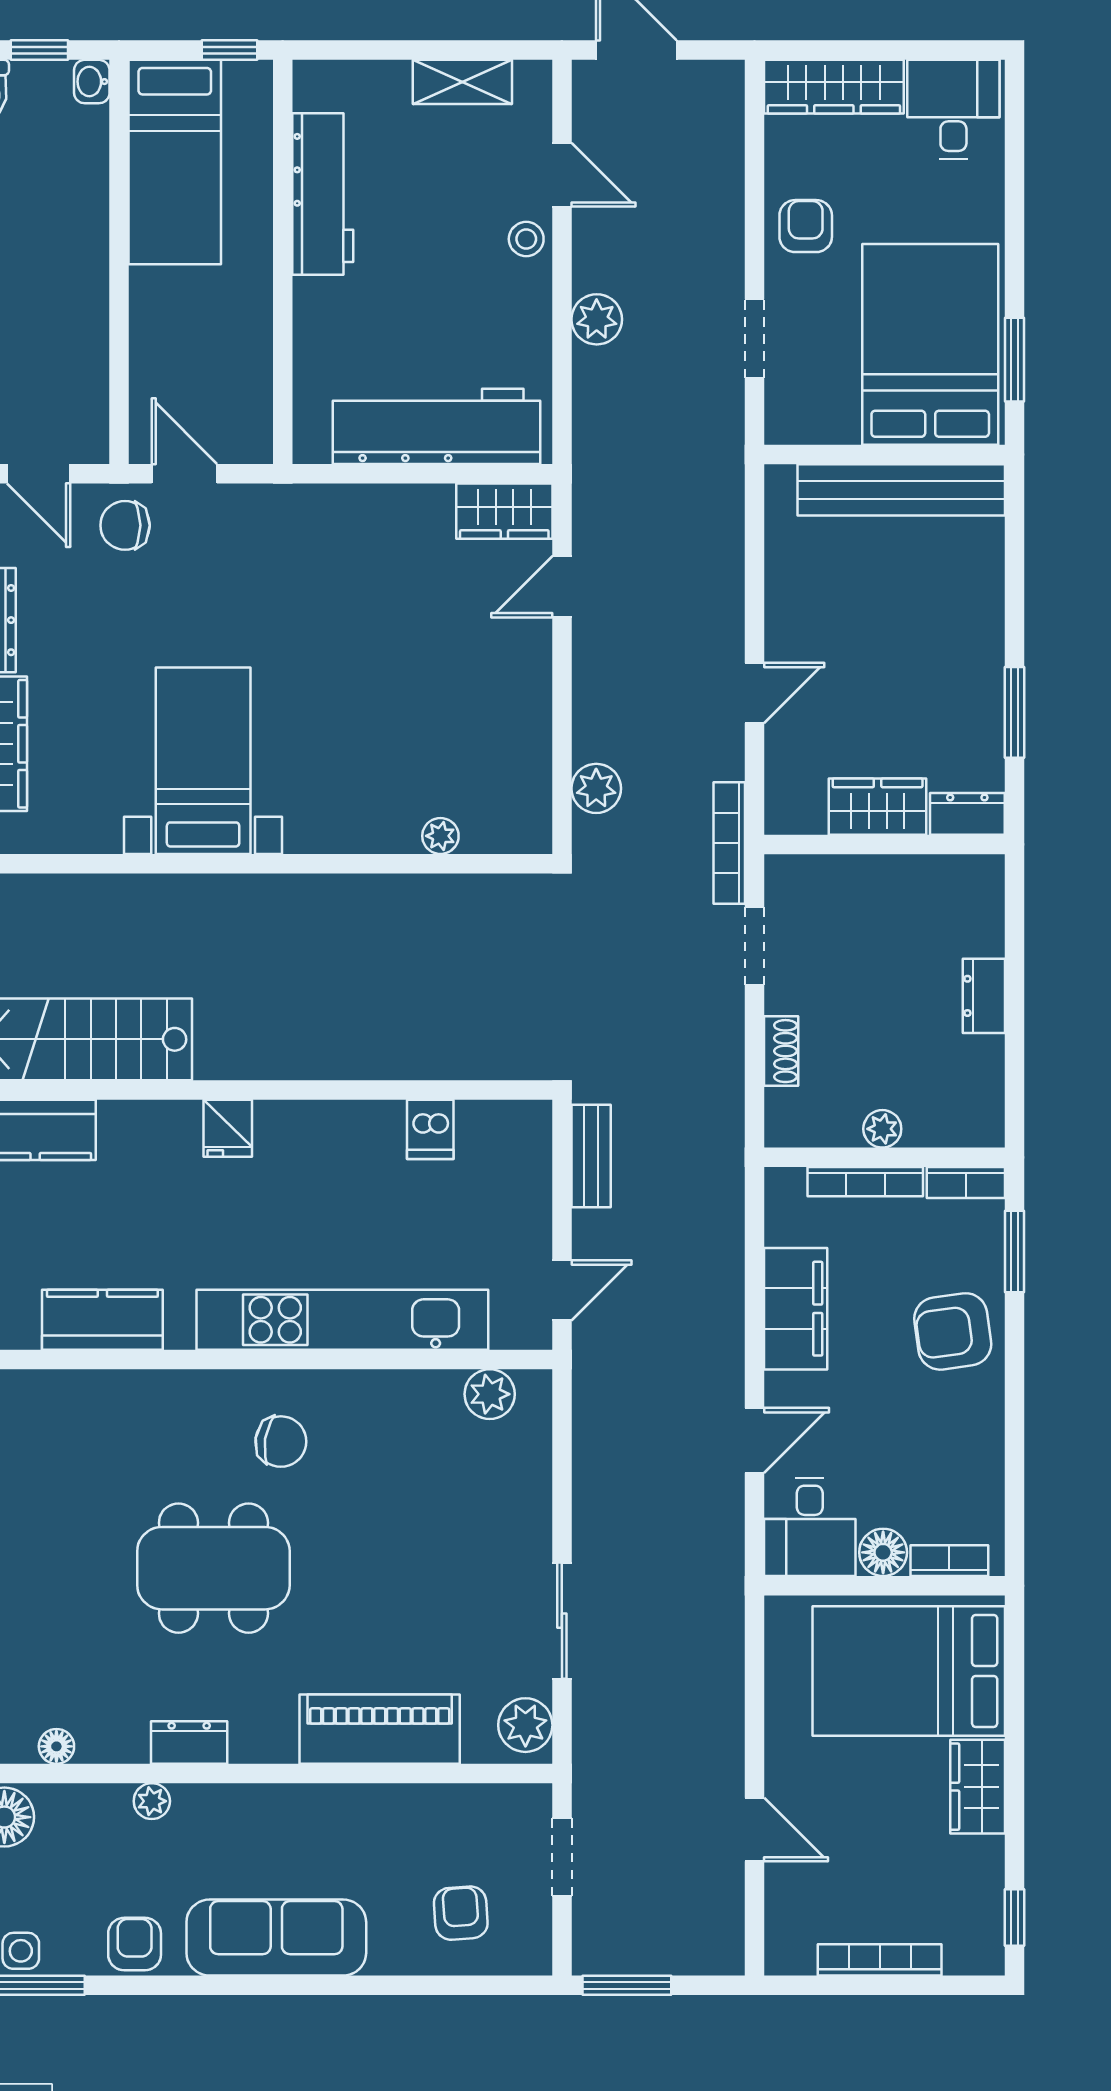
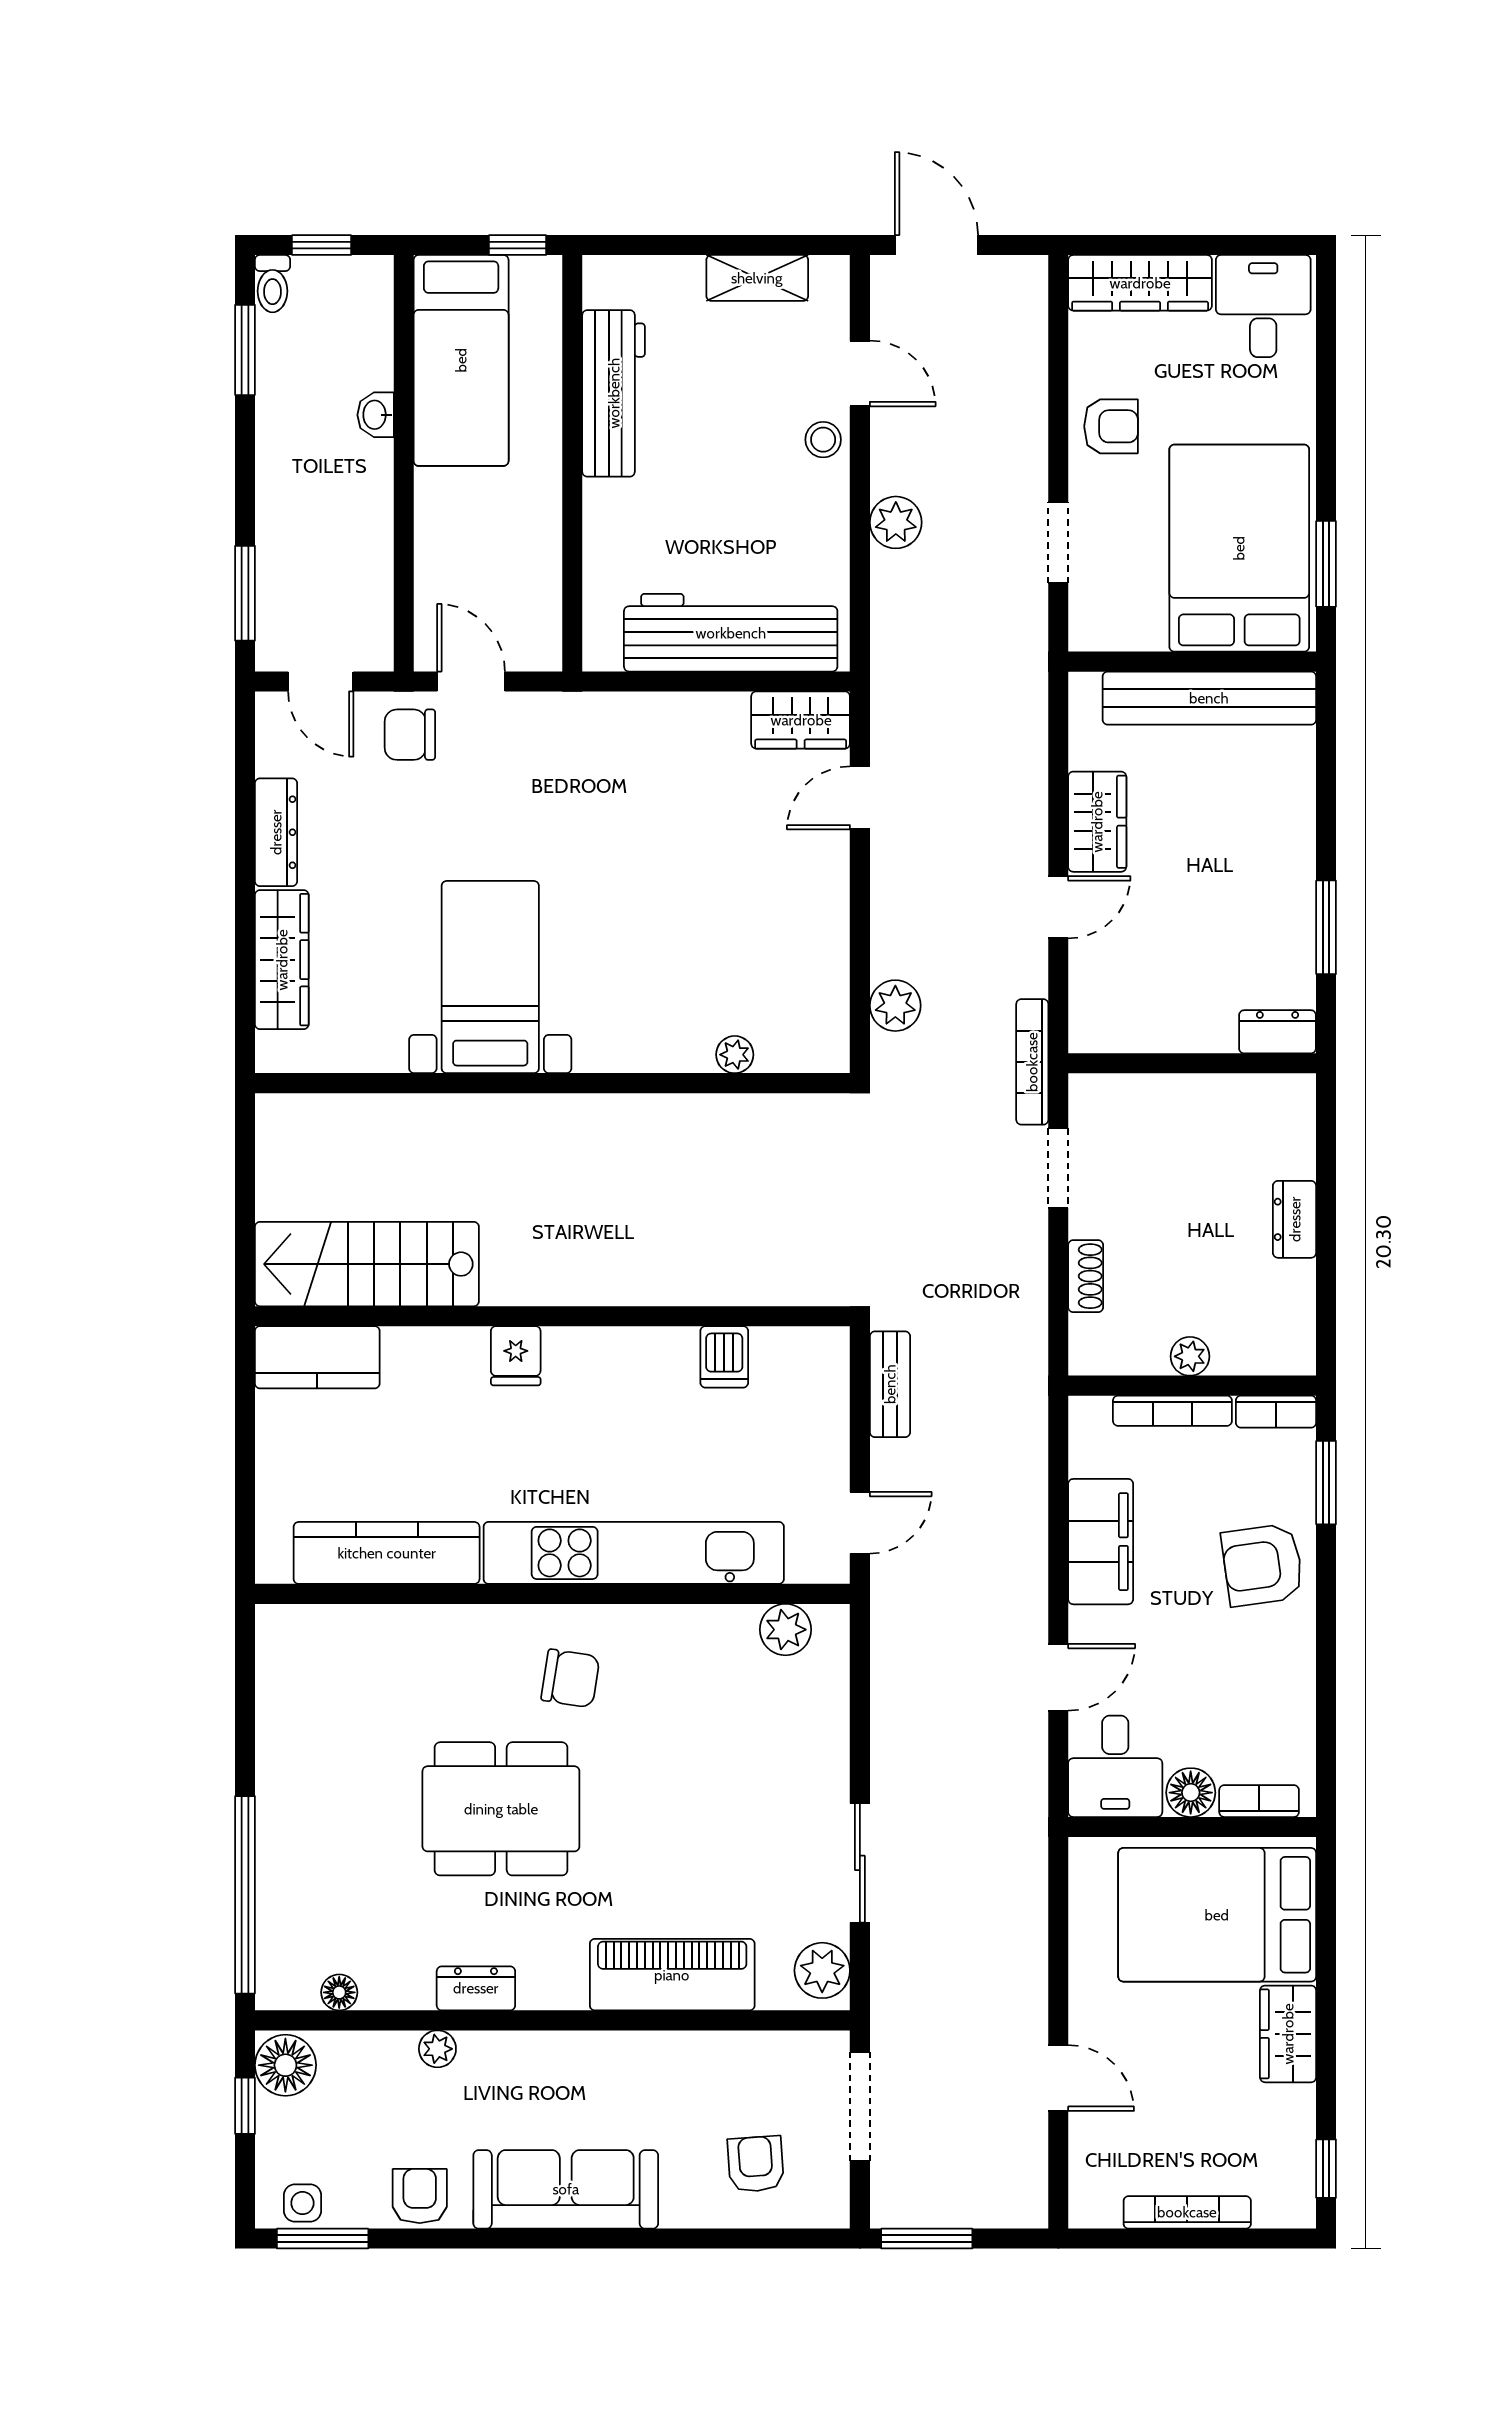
washbasin: (92, 82) -> (376, 415), moved
armchair: (806, 226) -> (1111, 426), turned 90
wardrobe: (878, 807) -> (1097, 822), moved, turned 90
kitchen counter: (102, 1320) -> (387, 1553), width x1.50
doorway: (562, 1857) -> (860, 2106), width x1.38

